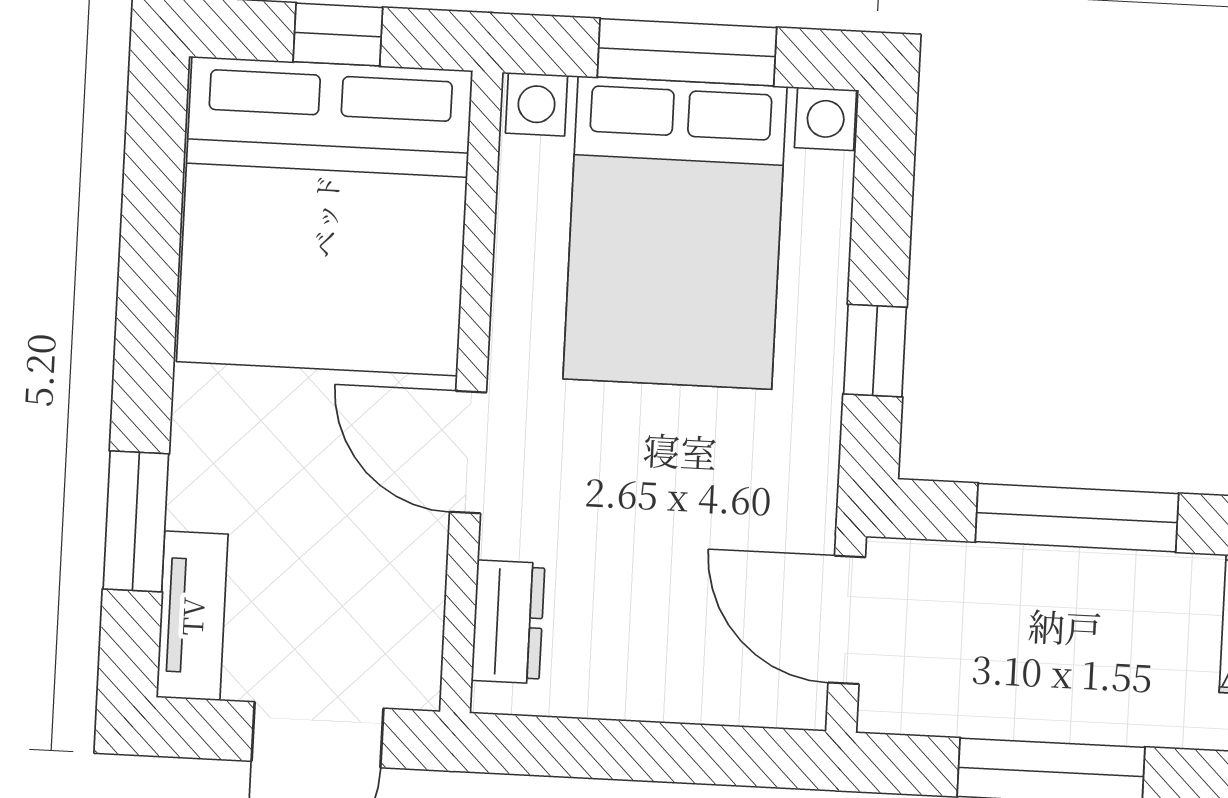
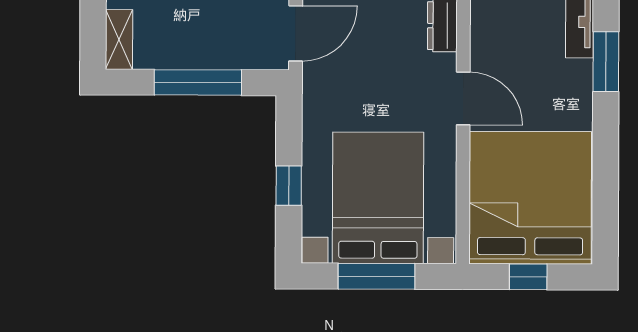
window: (875, 351) -> (289, 186), moved
door: (847, 620) -> (296, 33), hinge flipped

